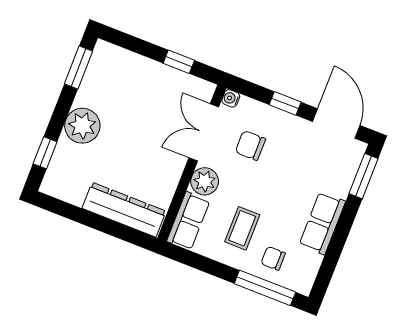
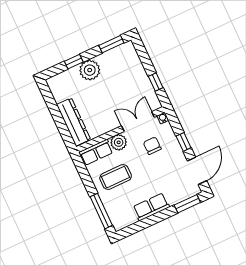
window: (45, 153) -> (74, 62), moved
coffee table: (242, 228) -> (116, 177), width x1.36, depth x1.30
chair: (273, 258) -> (117, 202), removed

